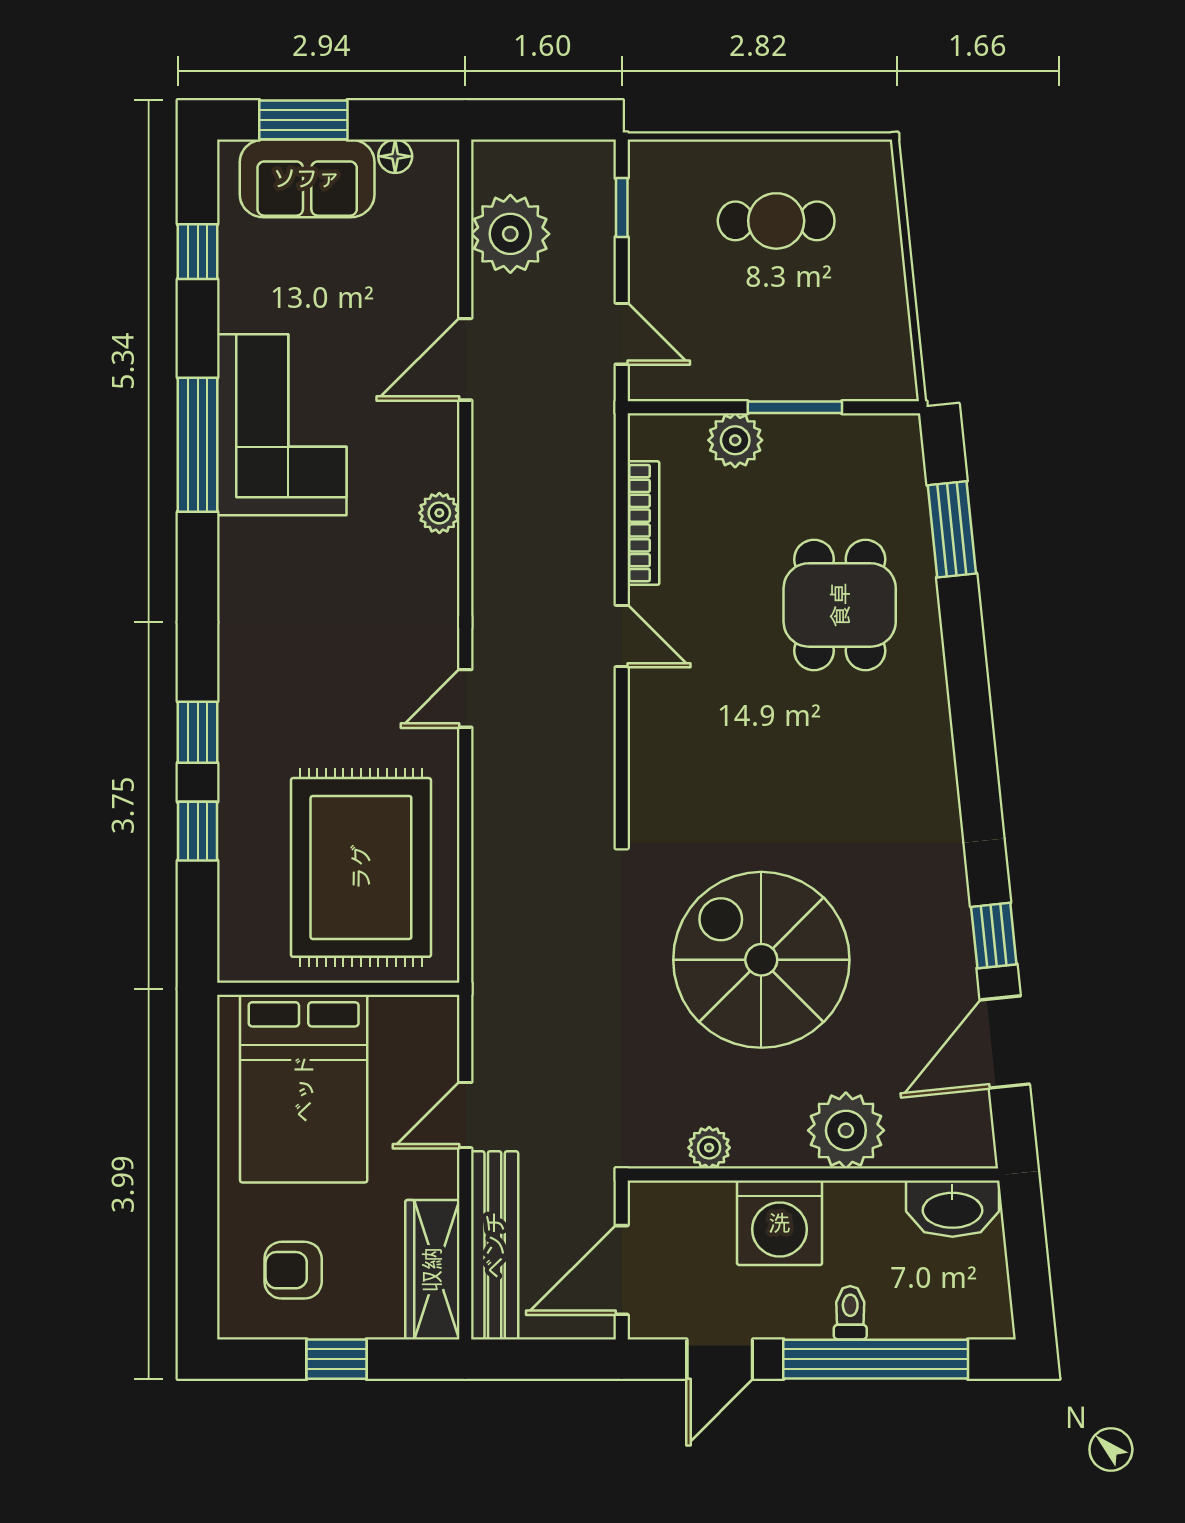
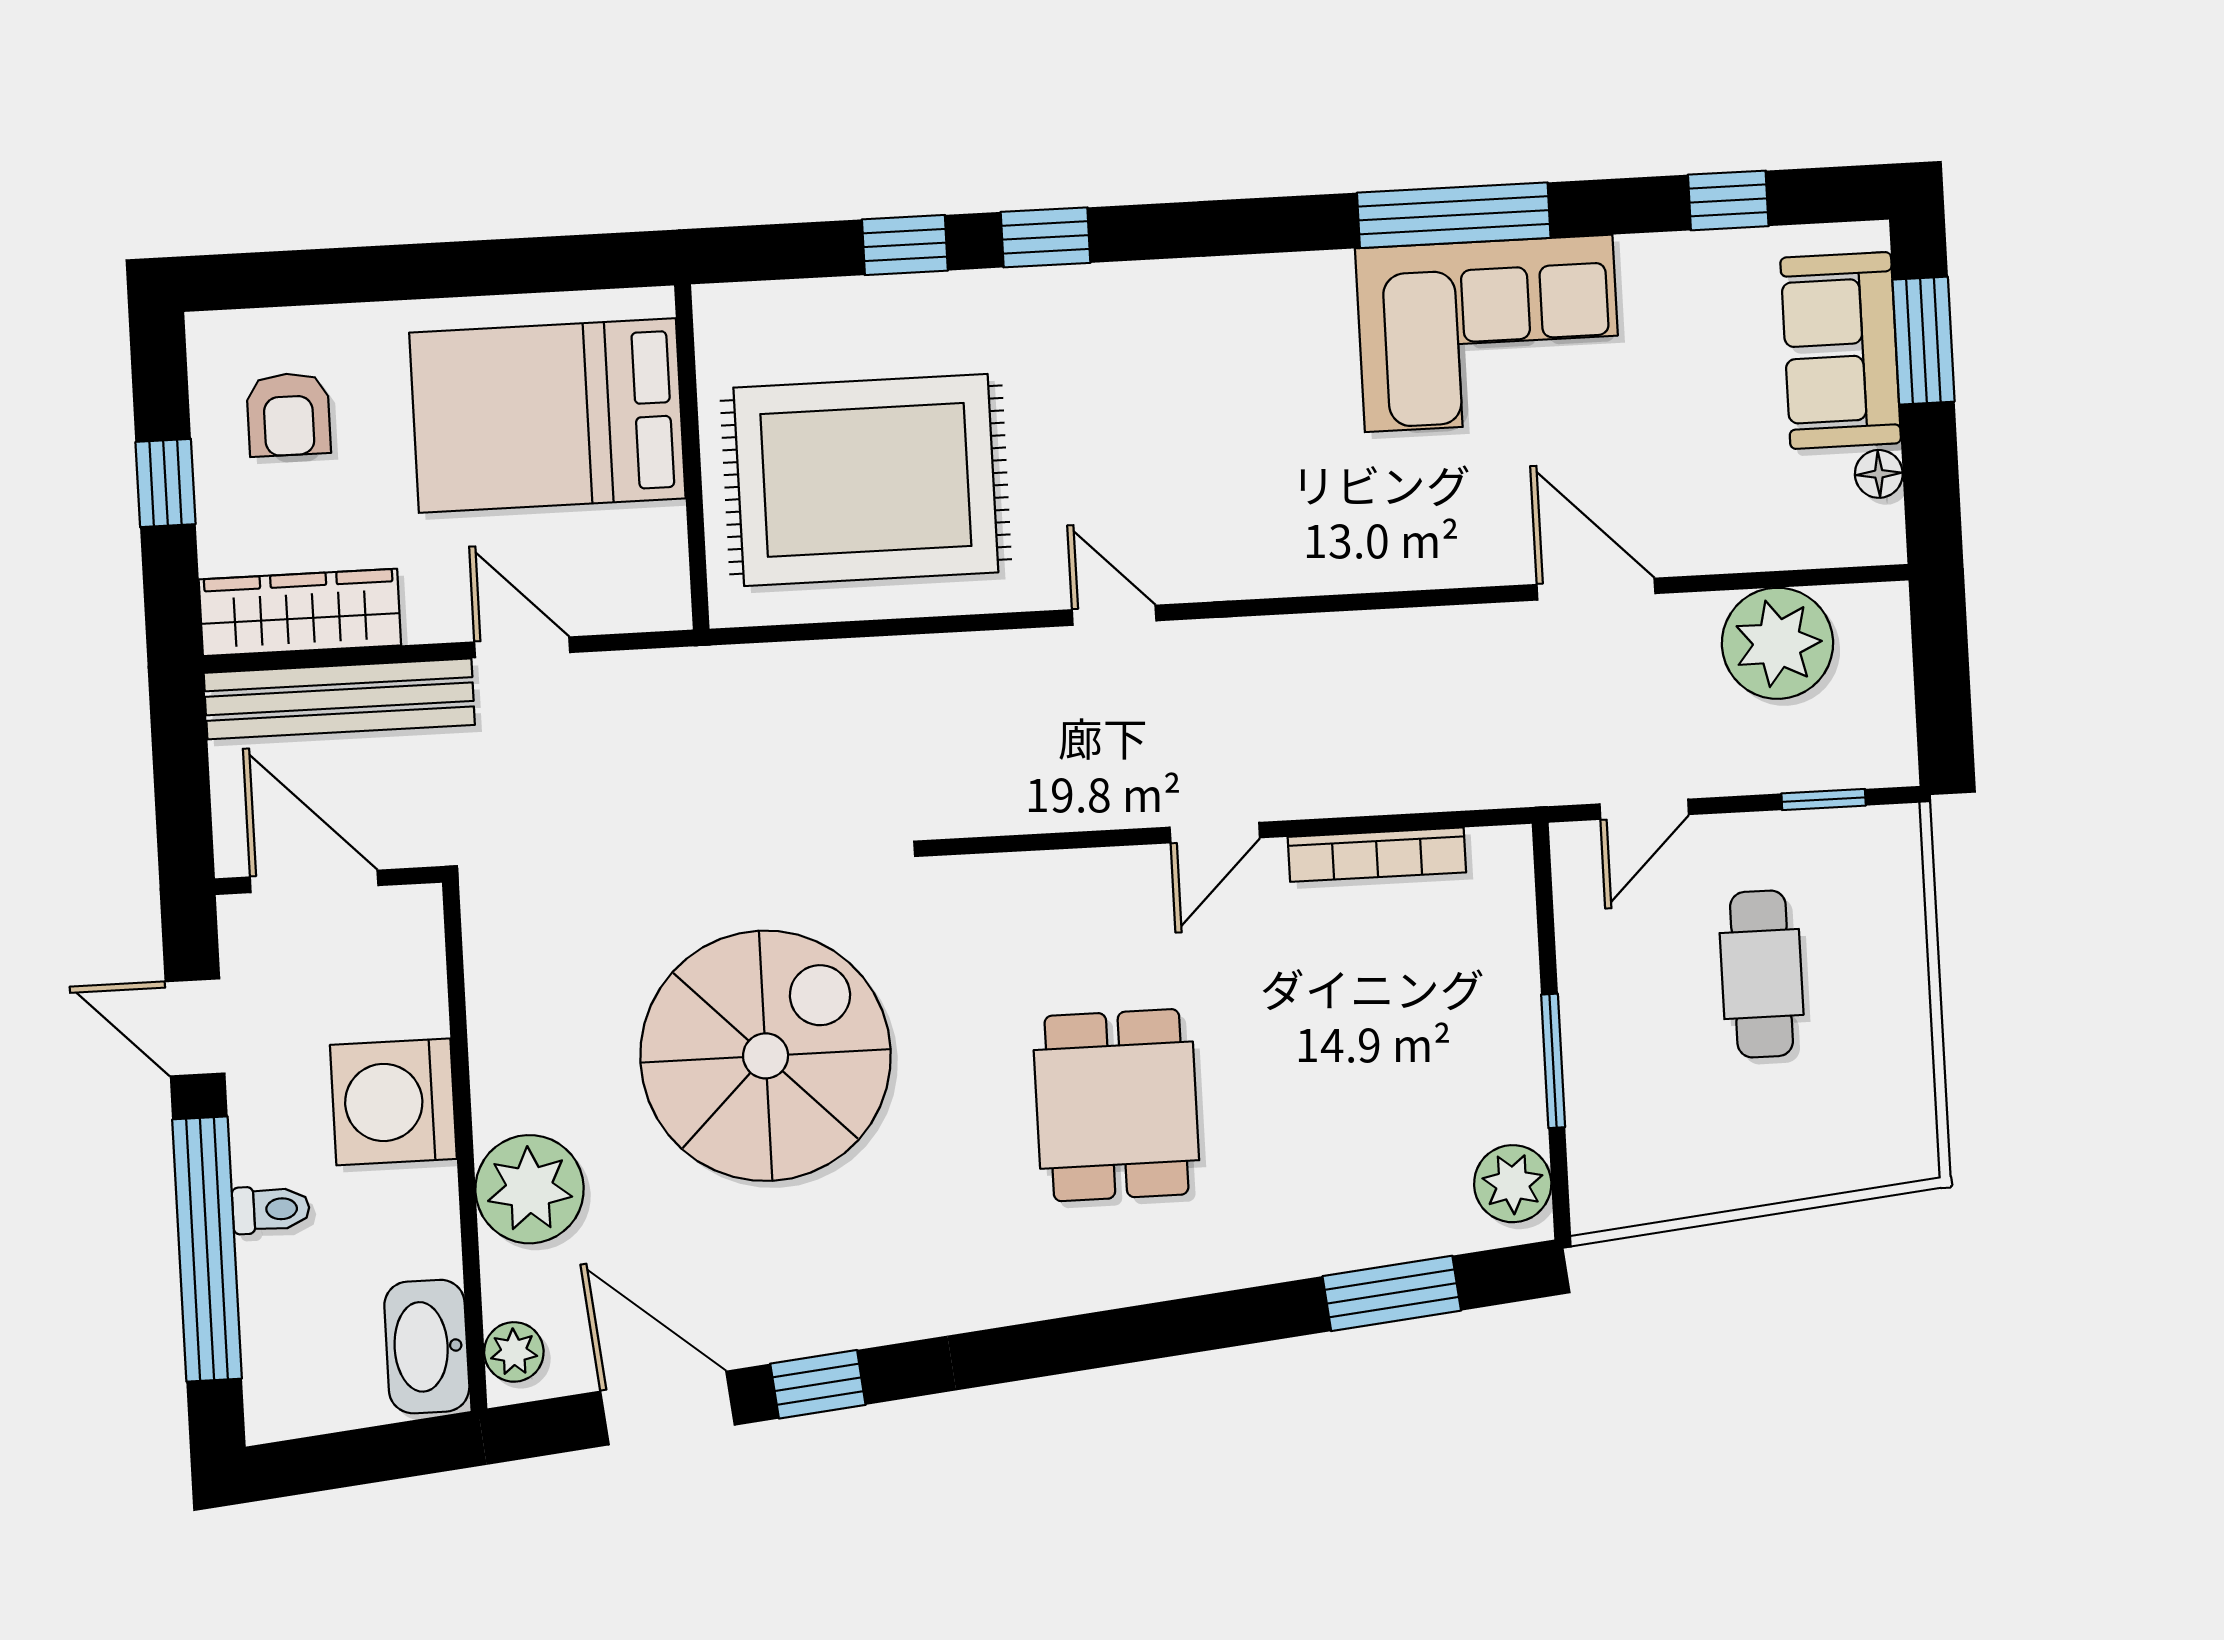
cafe table: (776, 221) -> (1762, 974), moved
plant: (735, 440) -> (1513, 1184), moved
plant: (439, 513) -> (1376, 564), removed
dining table: (840, 605) -> (1116, 1105), moved, turned 90
plant: (709, 1148) -> (514, 1352), moved
armchair: (293, 1270) -> (289, 414), turned 180

